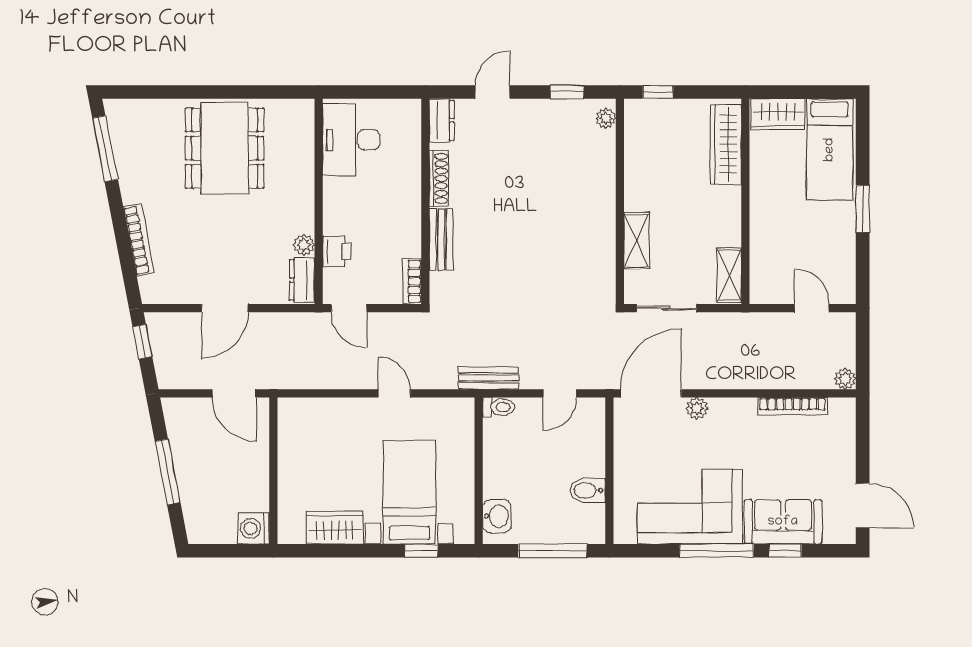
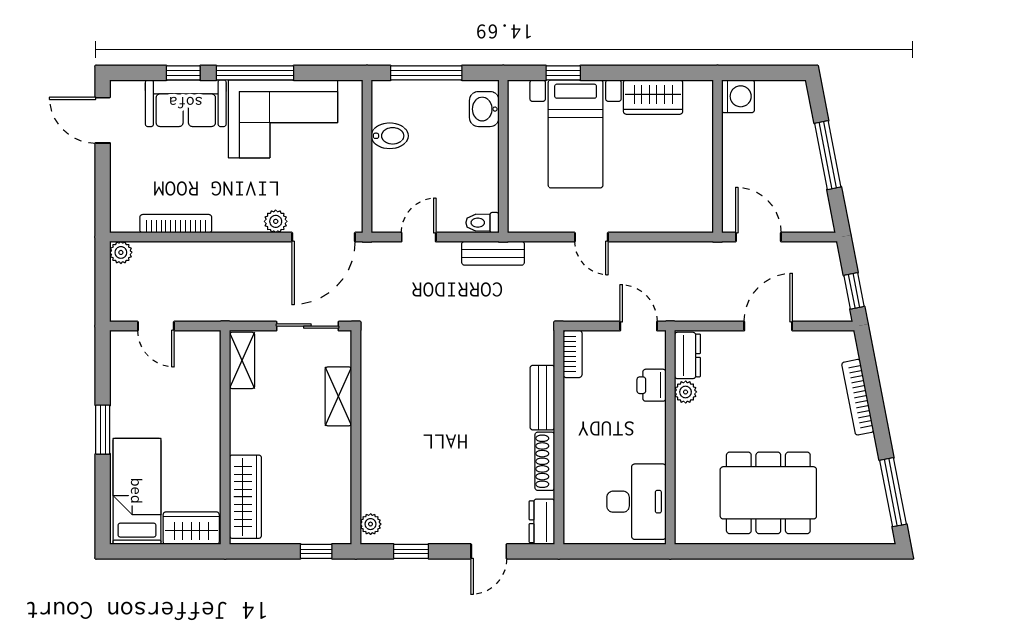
dining table: (225, 148) -> (768, 493), turned 90

